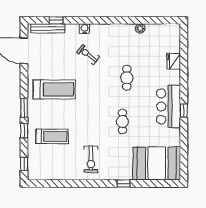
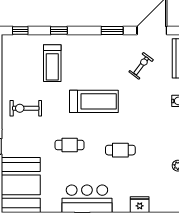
exercise bike: (88, 55) -> (141, 66), moved
treadmill: (54, 89) -> (94, 101), moved, turned -90
window: (24, 108) -> (112, 31), moved

